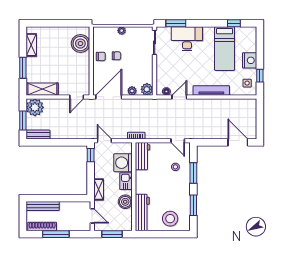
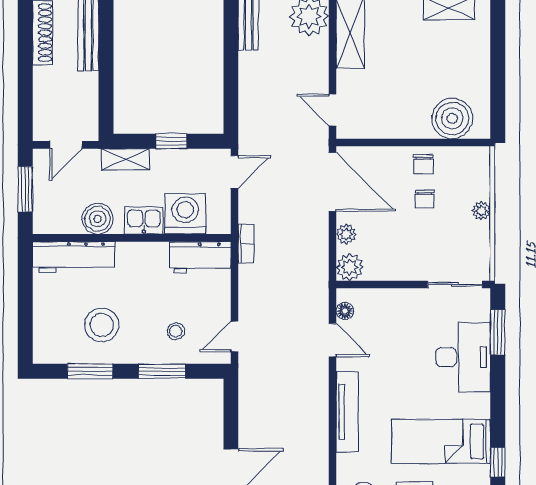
window: (91, 155) -> (171, 141), moved
stool: (170, 219) -> (102, 325), moved
window: (56, 234) -> (25, 64), removed

